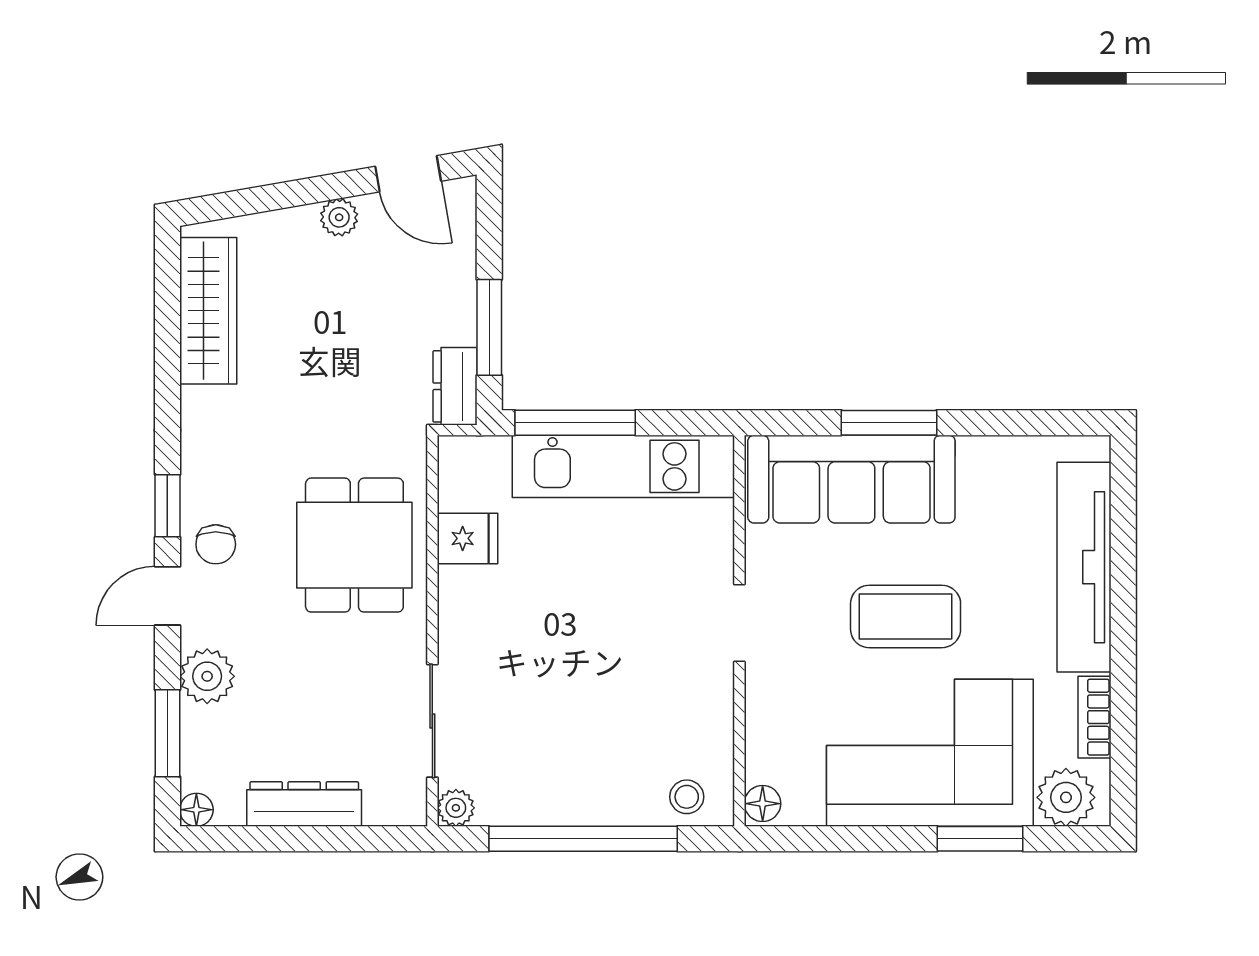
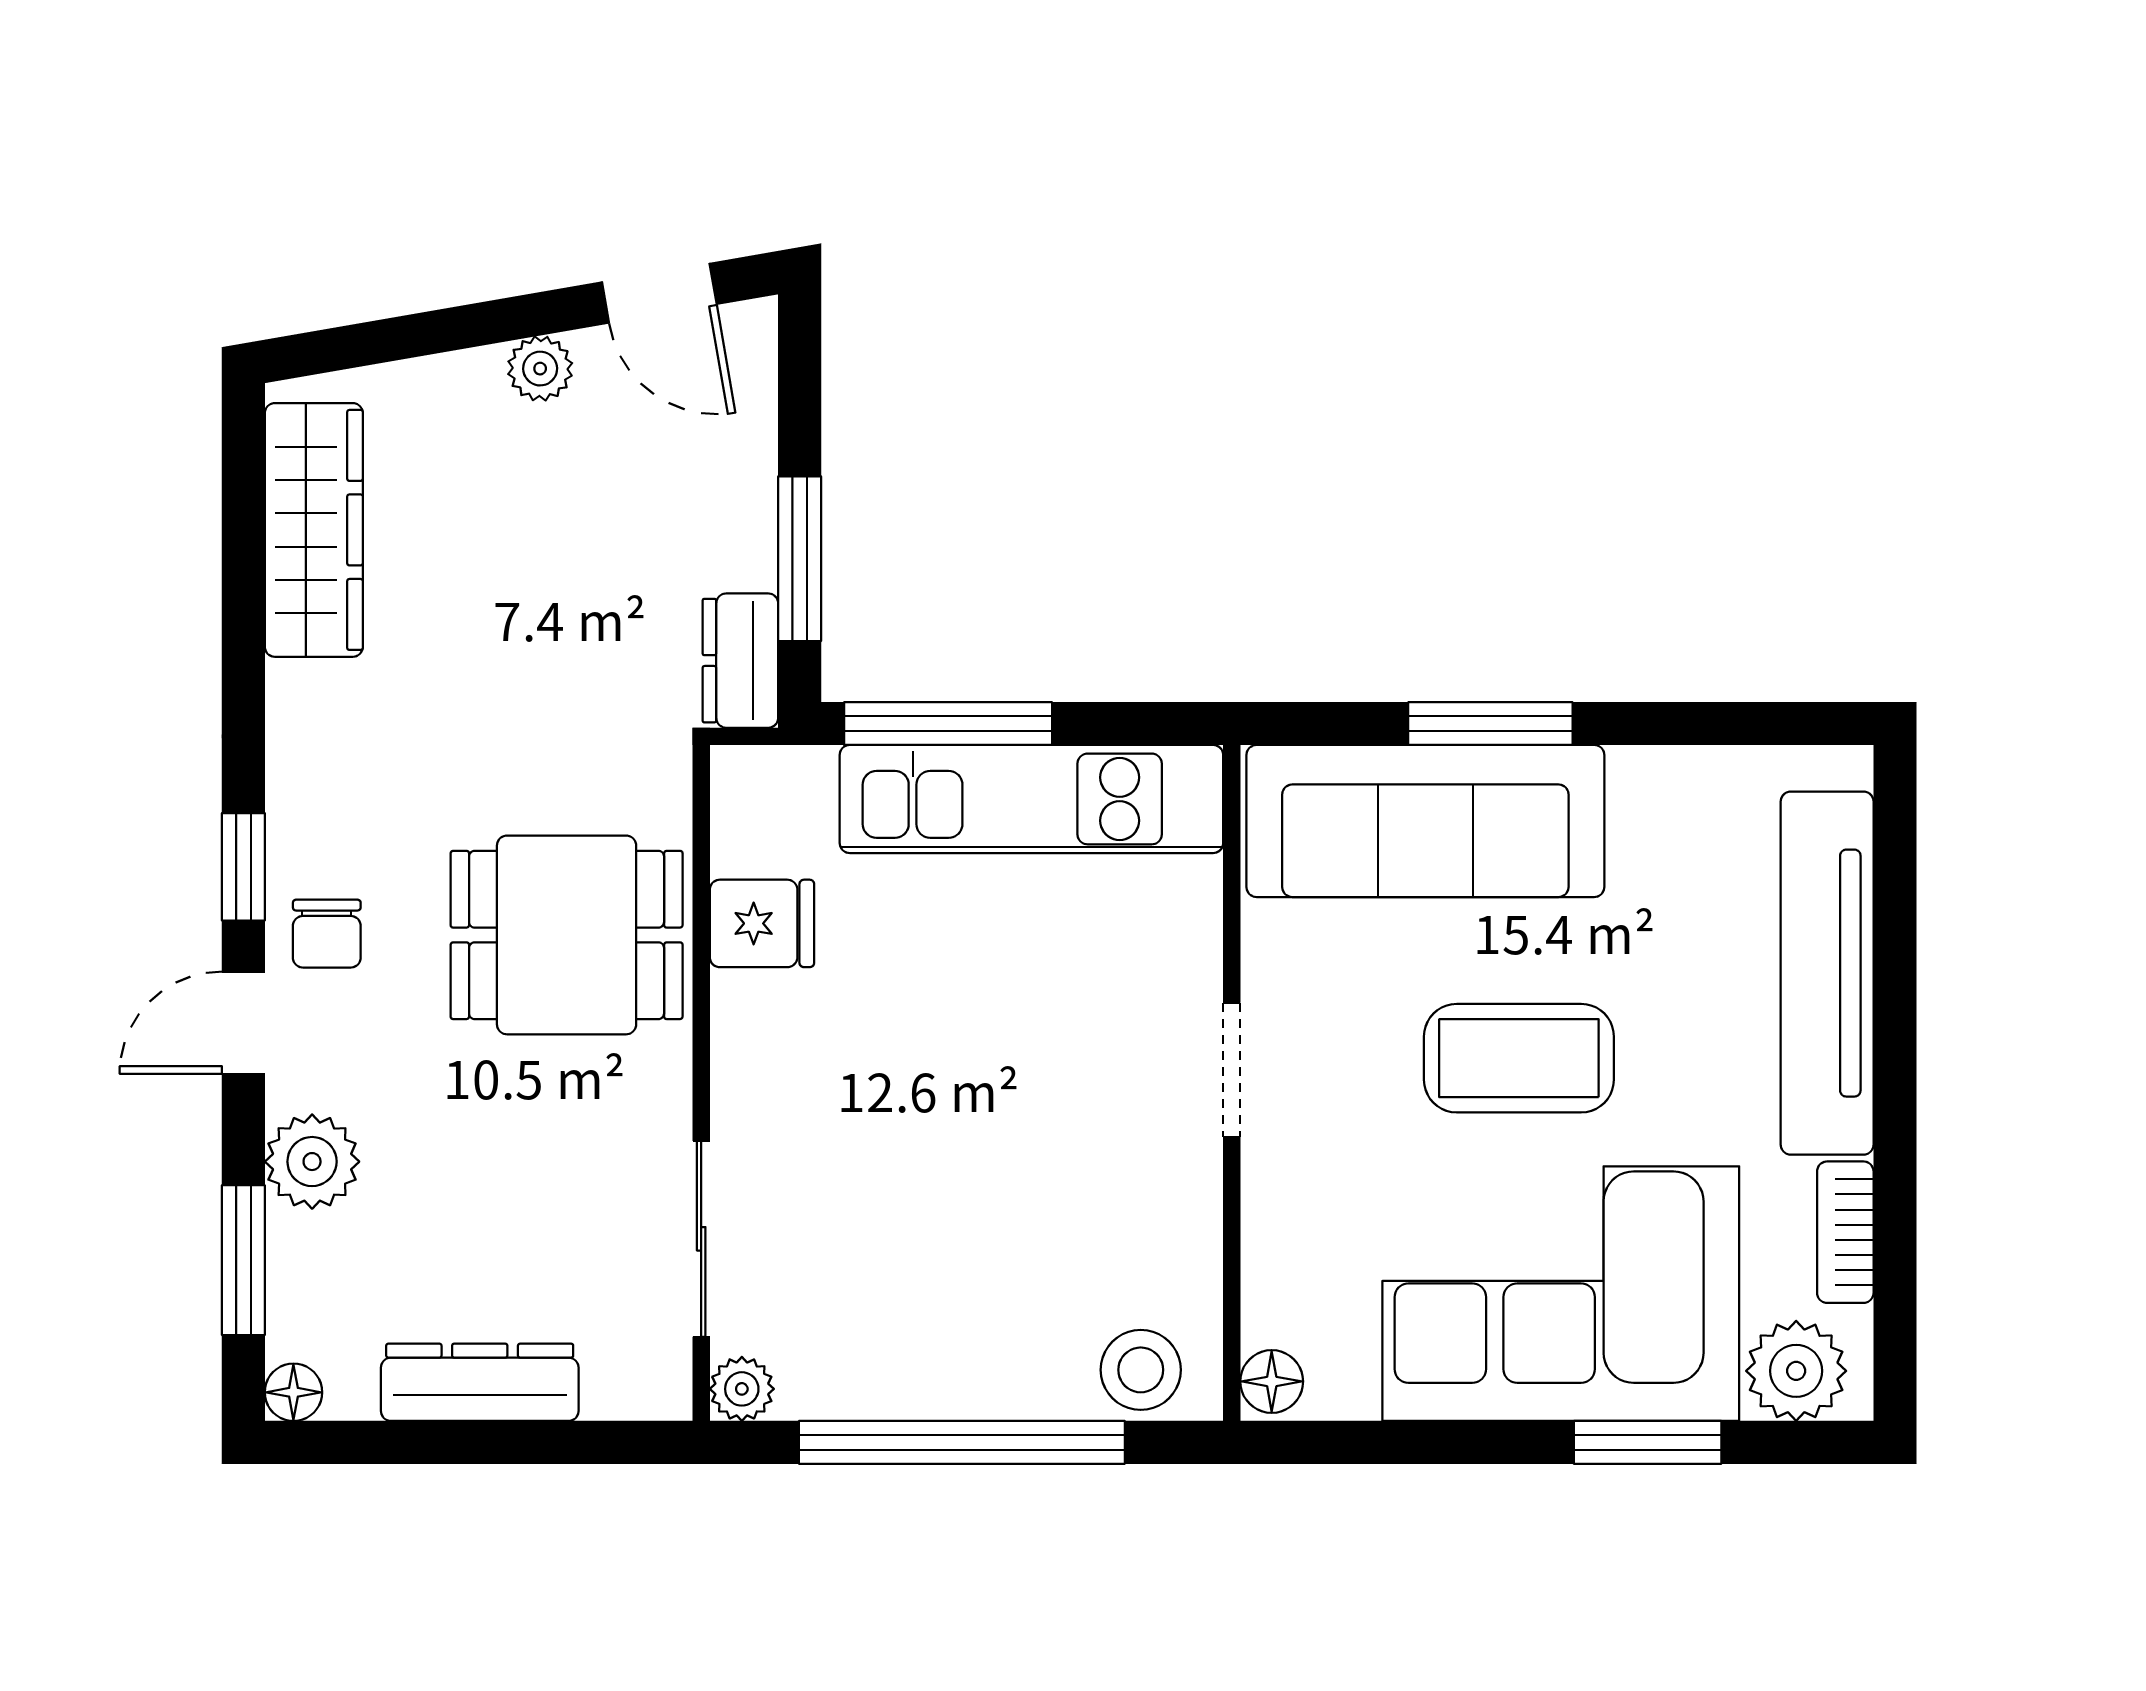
dining table: (354, 545) -> (567, 935), turned 90
stool: (687, 797) -> (1141, 1370), width x1.37, depth x1.37

